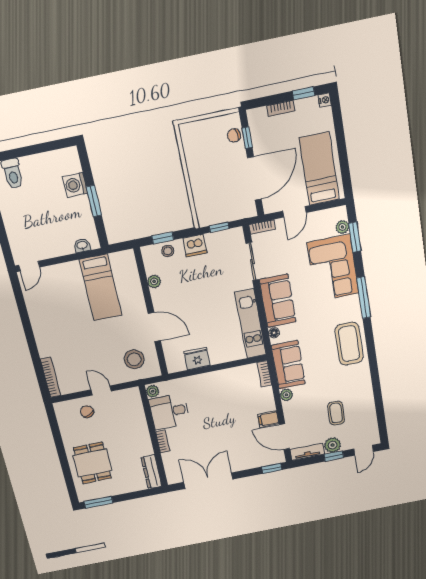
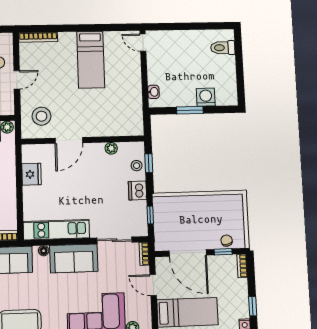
bookcase: (281, 108) -> (242, 266), moved
bed: (101, 288) -> (91, 60), moved, turned -90

